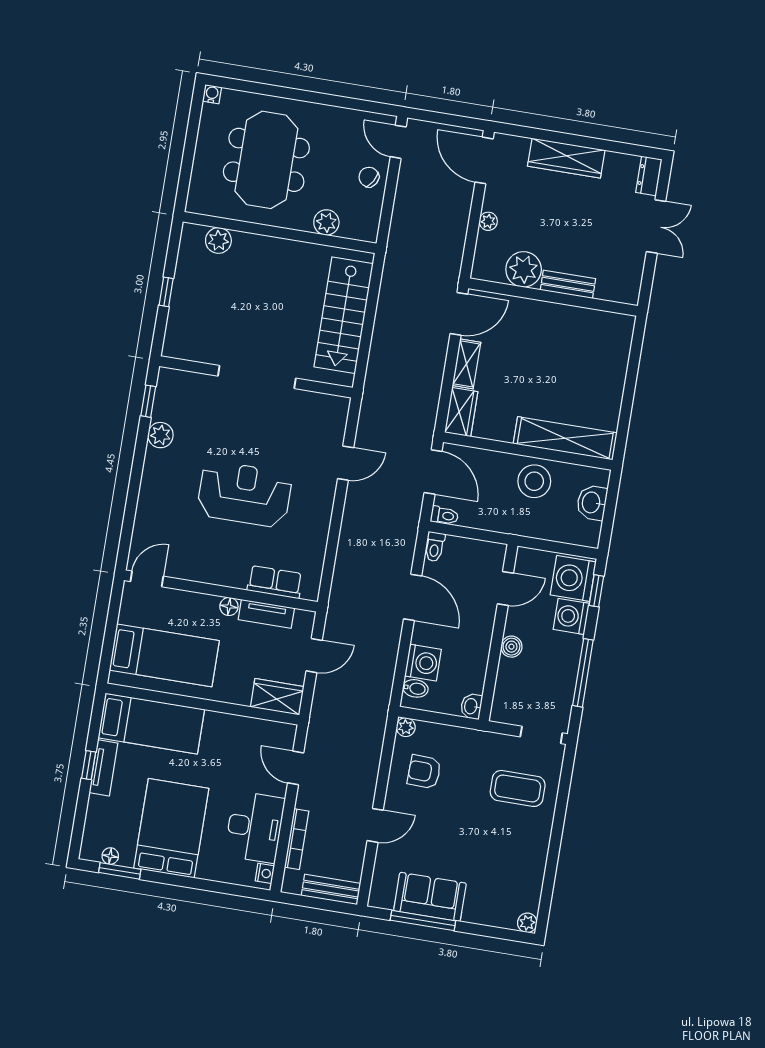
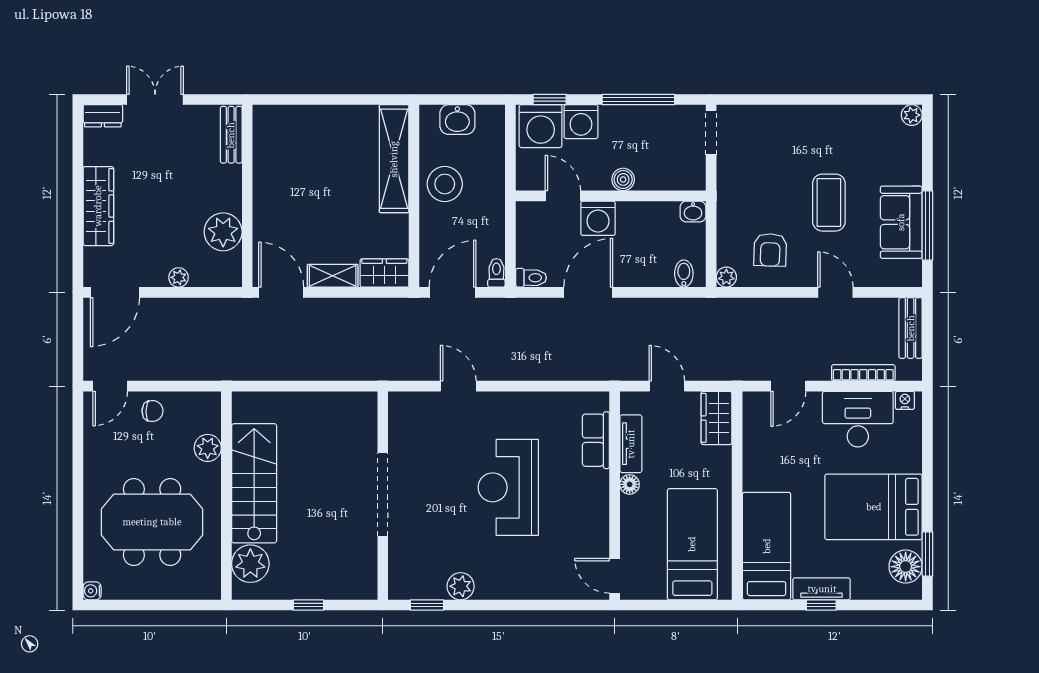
chair: (369, 177) -> (152, 411), turned -119
plant: (218, 240) -> (250, 564), width x1.36, depth x1.36
bench: (568, 284) -> (231, 135), moved
stairs: (344, 315) -> (254, 483), moved, turned -90
washing machine: (423, 663) -> (598, 218), moved, turned 180
coffee table: (518, 788) -> (829, 203), moved
floor lamp: (110, 856) -> (906, 567), width x1.89, depth x1.89

